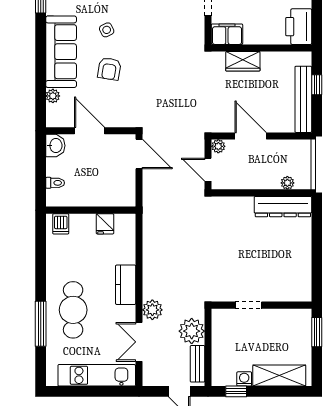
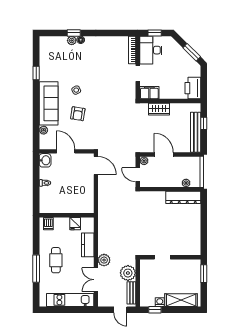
wall: (91, 210) -> (67, 215), moved
dishwasher: (61, 224) -> (48, 224), moved
fridge: (105, 224) -> (75, 224), moved
cafe table: (73, 310) -> (56, 260), width x0.73, depth x0.74

